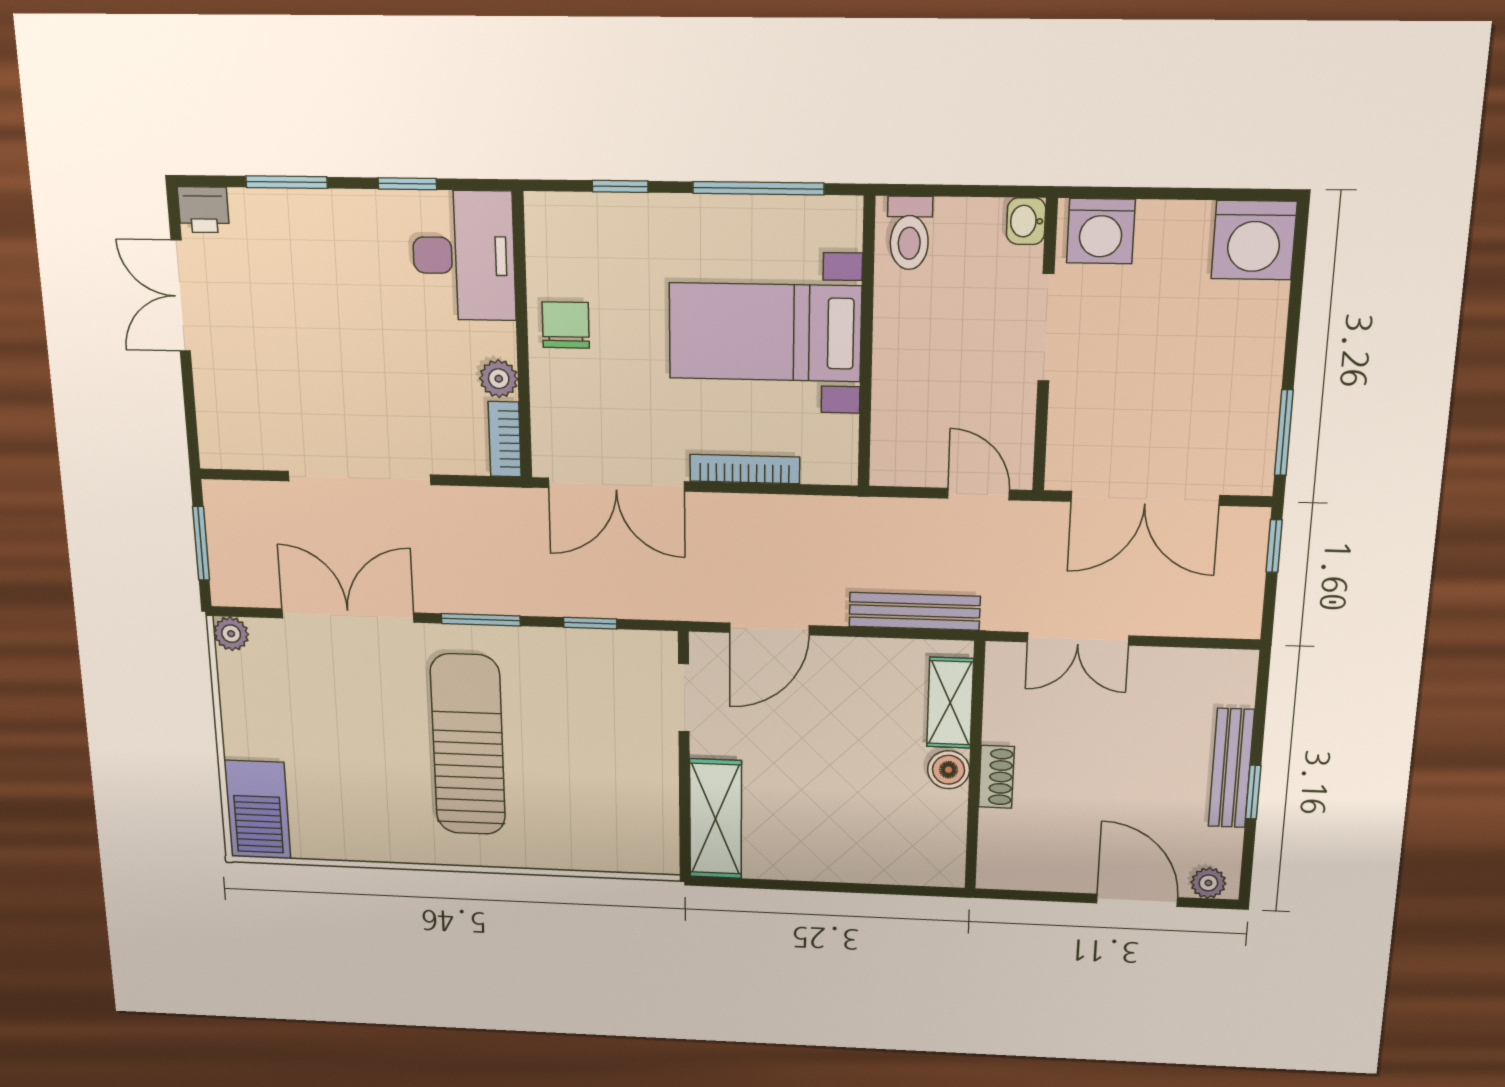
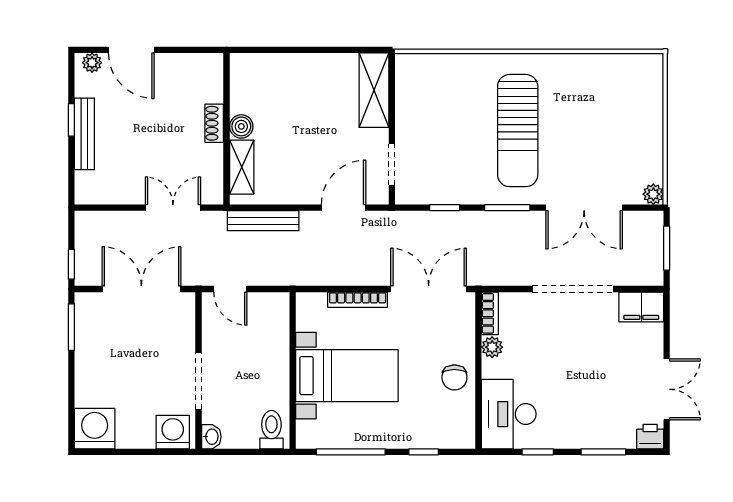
filing cabinet: (237, 444) -> (641, 307), added
barbecue: (258, 810) -> (646, 84), removed

